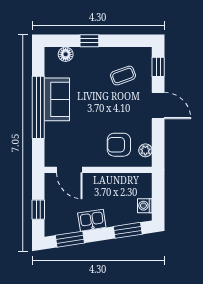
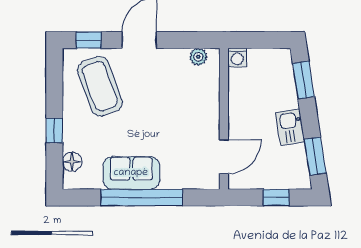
coffee table: (123, 76) -> (100, 86), width x1.86, depth x1.72
armchair: (119, 145) -> (191, 92), removed
washing machine: (145, 206) -> (237, 58), moved

